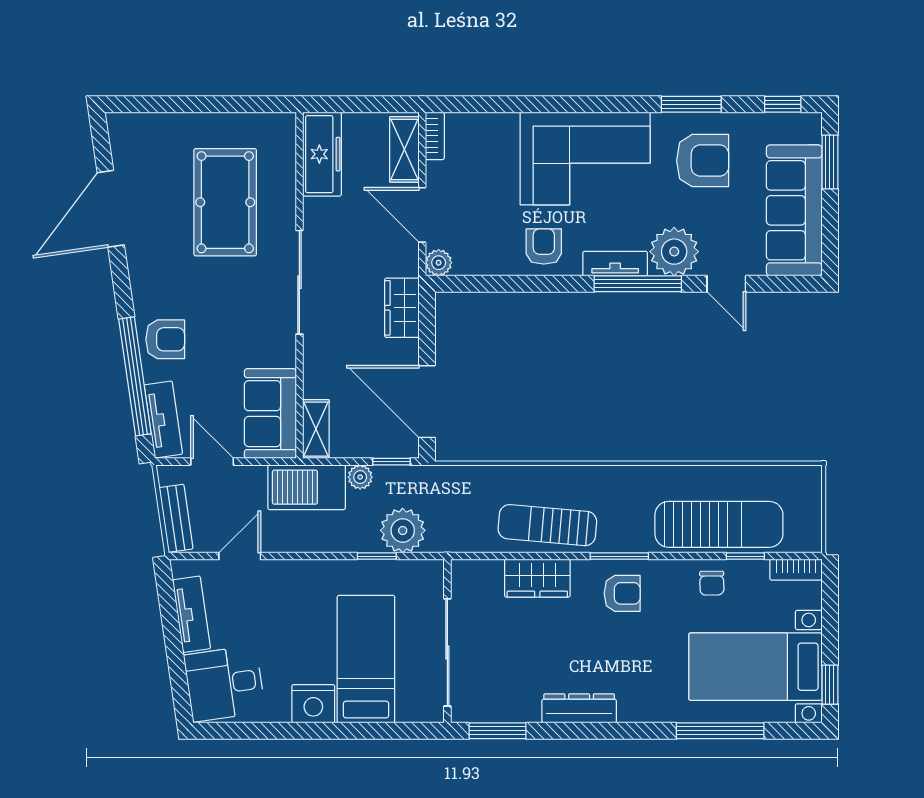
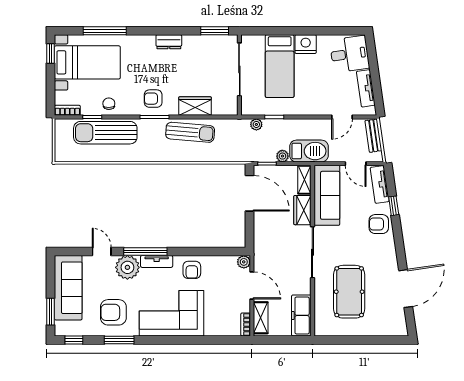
wardrobe: (402, 308) -> (302, 210), moved, turned 180
window: (135, 376) -> (394, 206), width x0.32
sofa: (270, 414) -> (327, 195), width x1.36
plant: (403, 530) -> (256, 124), width x0.53, depth x0.53
dresser: (579, 708) -> (169, 42), width x0.70

